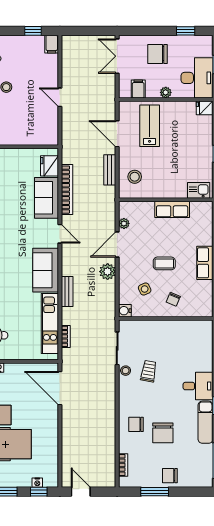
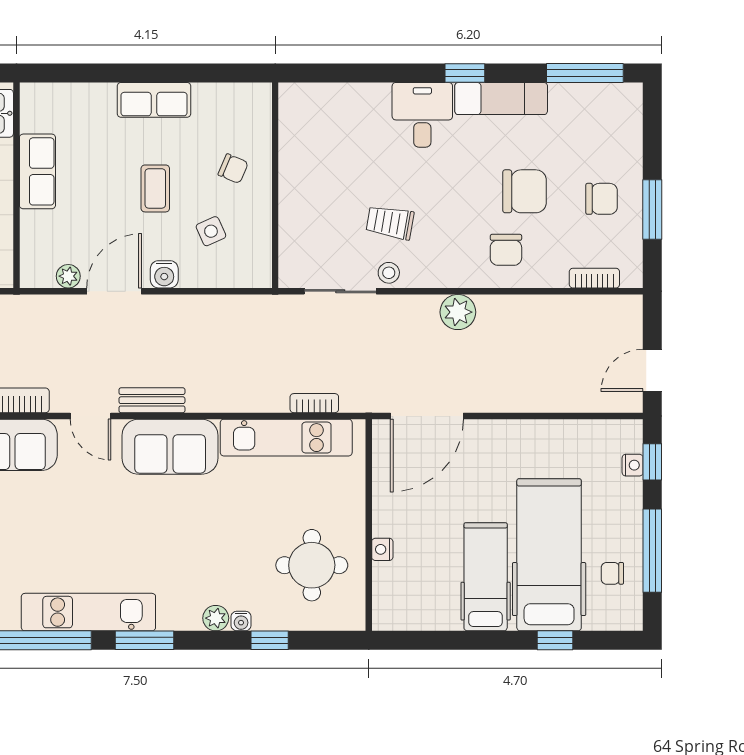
door: (60, 234) -> (90, 416), swing flipped
door: (117, 245) -> (114, 291), swing flipped
plant: (108, 272) -> (458, 312), moved
bench: (67, 292) -> (152, 400), moved
water cooler: (125, 311) -> (164, 274), moved
chair: (170, 476) -> (602, 199), moved, turned -90

